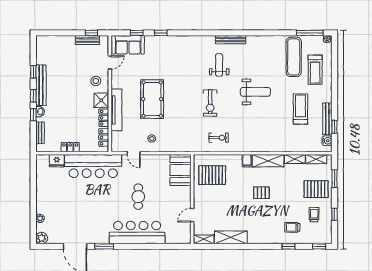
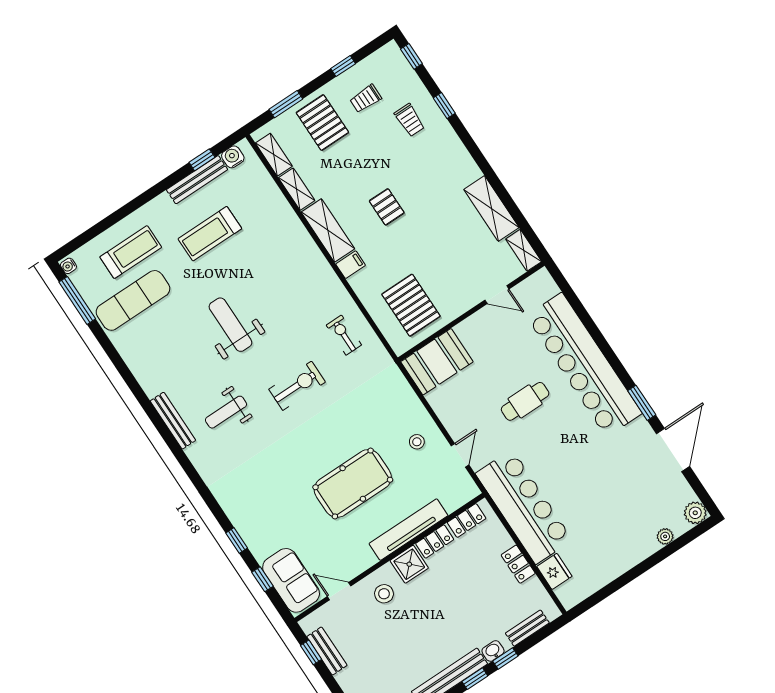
bar counter: (137, 233) -> (584, 365), width x1.36

